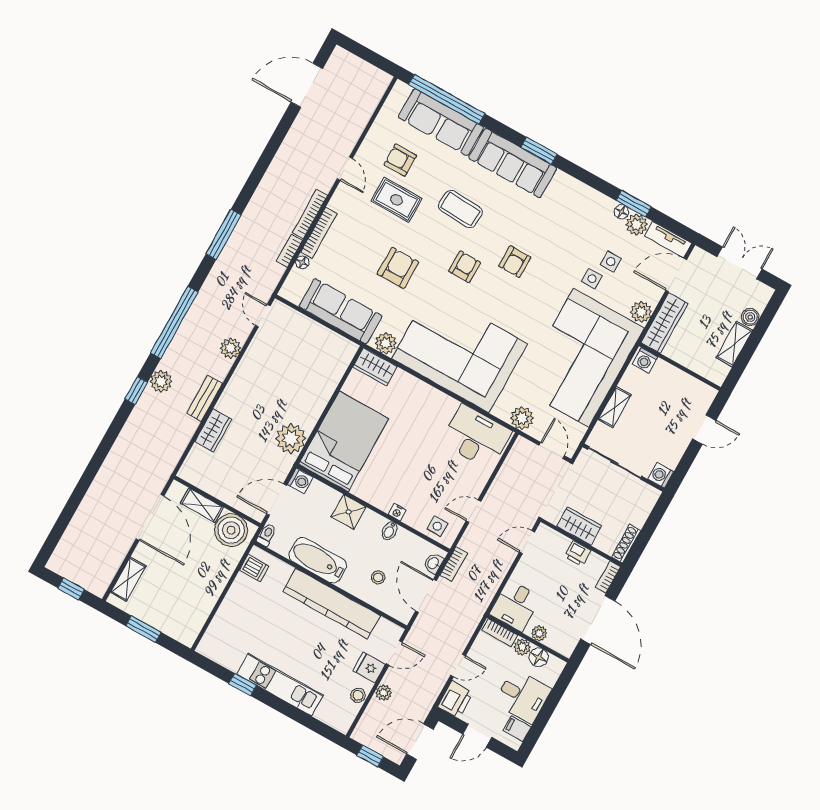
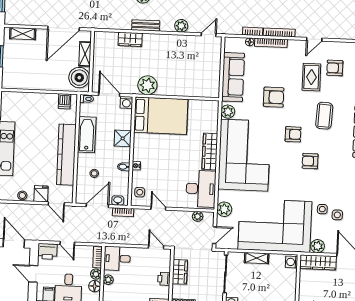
armchair: (400, 160) -> (335, 68), turned -90
wardrobe: (375, 367) -> (210, 151), moved, width x1.50
plant: (384, 693) -> (198, 216), moved

